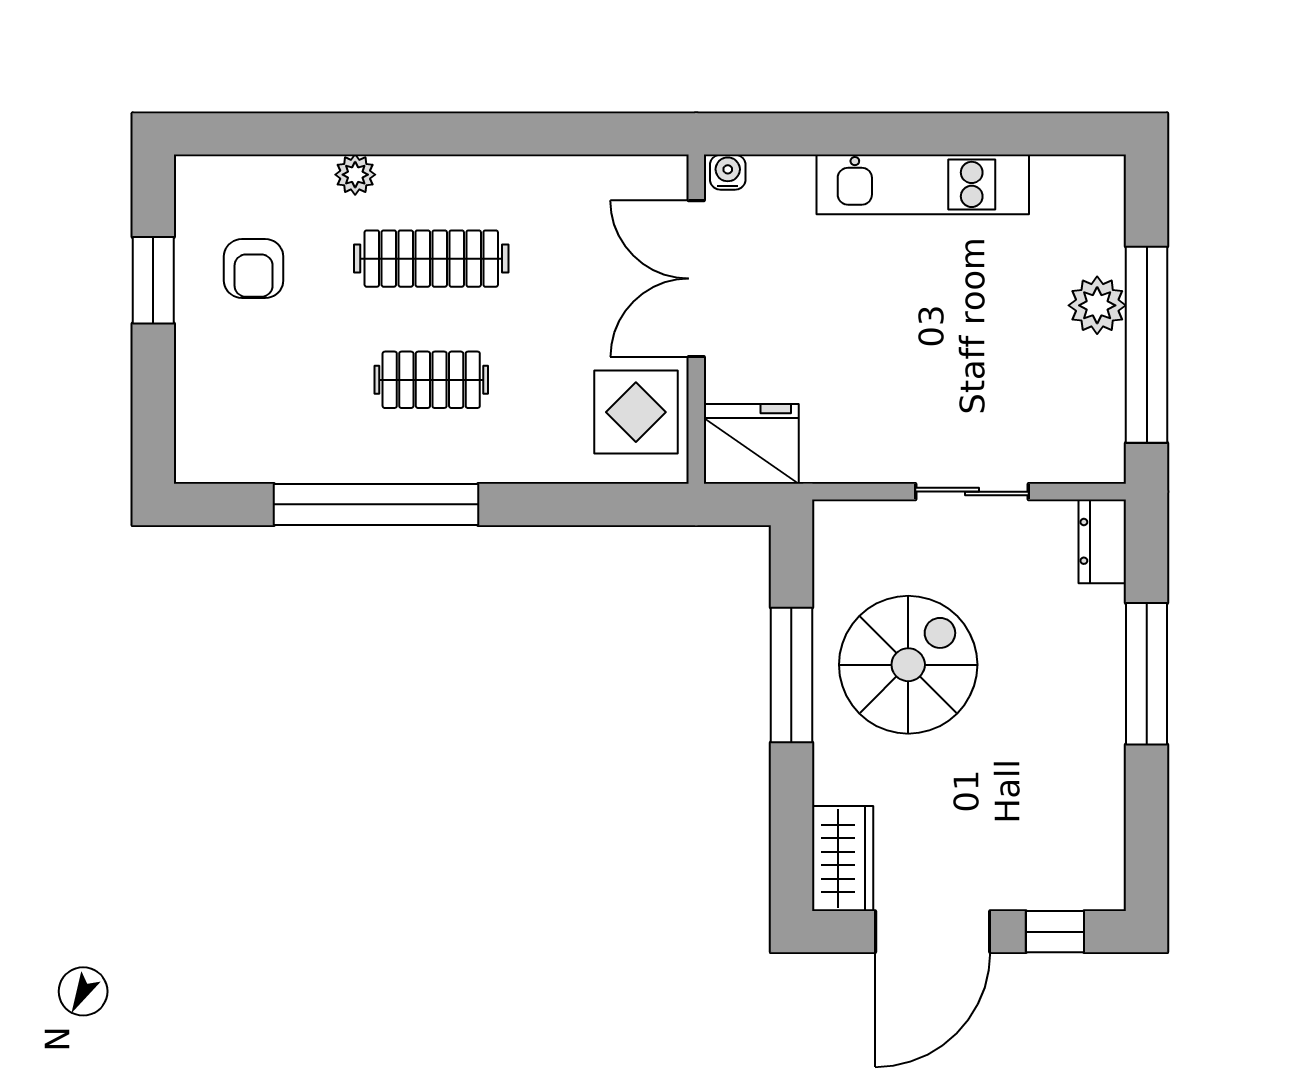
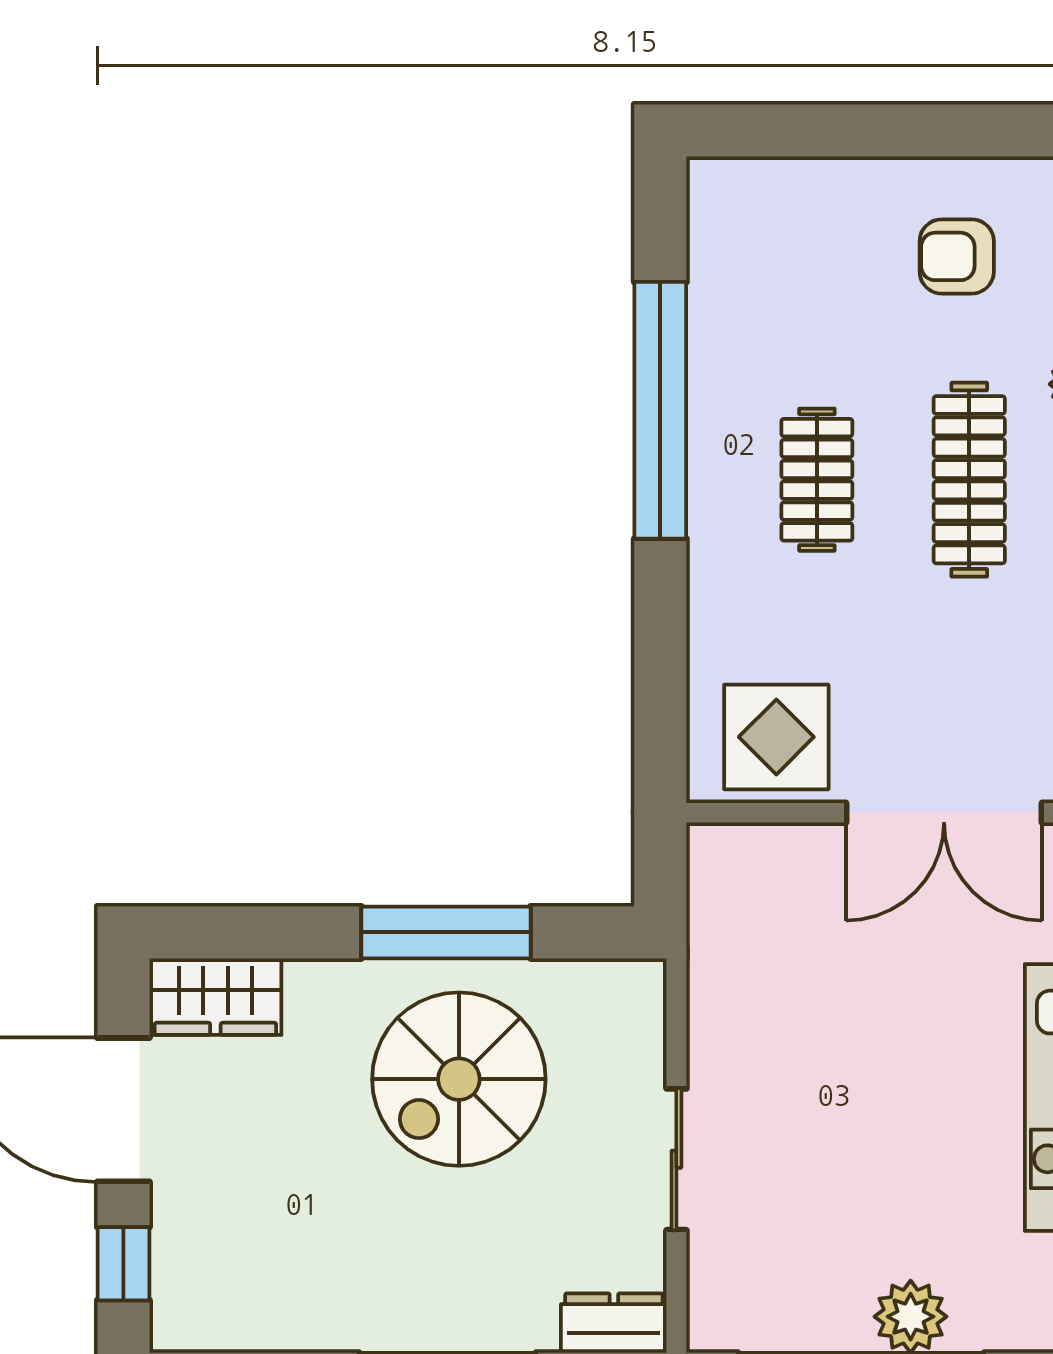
double door: (696, 279) -> (944, 813), swing flipped
window: (153, 280) -> (942, 130), removed
fridge: (751, 444) -> (736, 882), removed
spiral stairs: (908, 665) -> (459, 1079), turned 90

